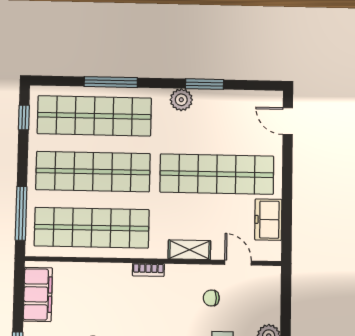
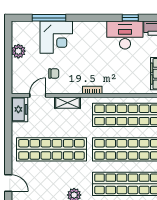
freezer: (268, 220) -> (20, 109), moved
door: (238, 263) -> (38, 95), swing flipped

